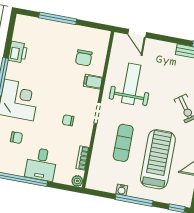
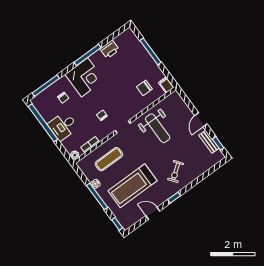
door: (137, 33) -> (201, 120), moved
filing cabinet: (93, 82) -> (166, 85), moved
weight bench: (131, 84) -> (158, 128), turned 90
exercise mat: (123, 143) -> (109, 159), moved
treadmill: (158, 159) -> (133, 186), turned 180

